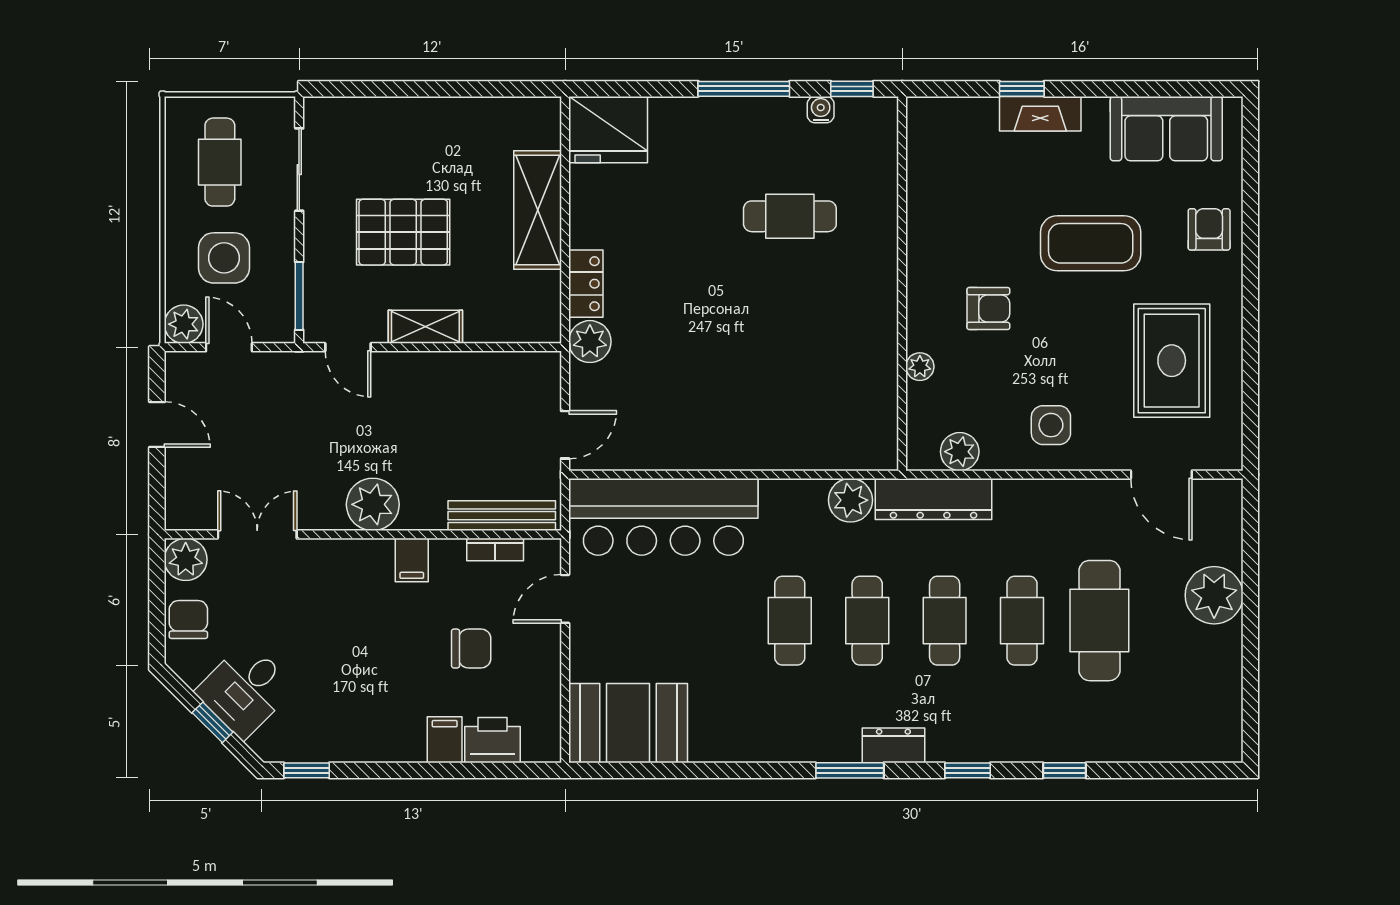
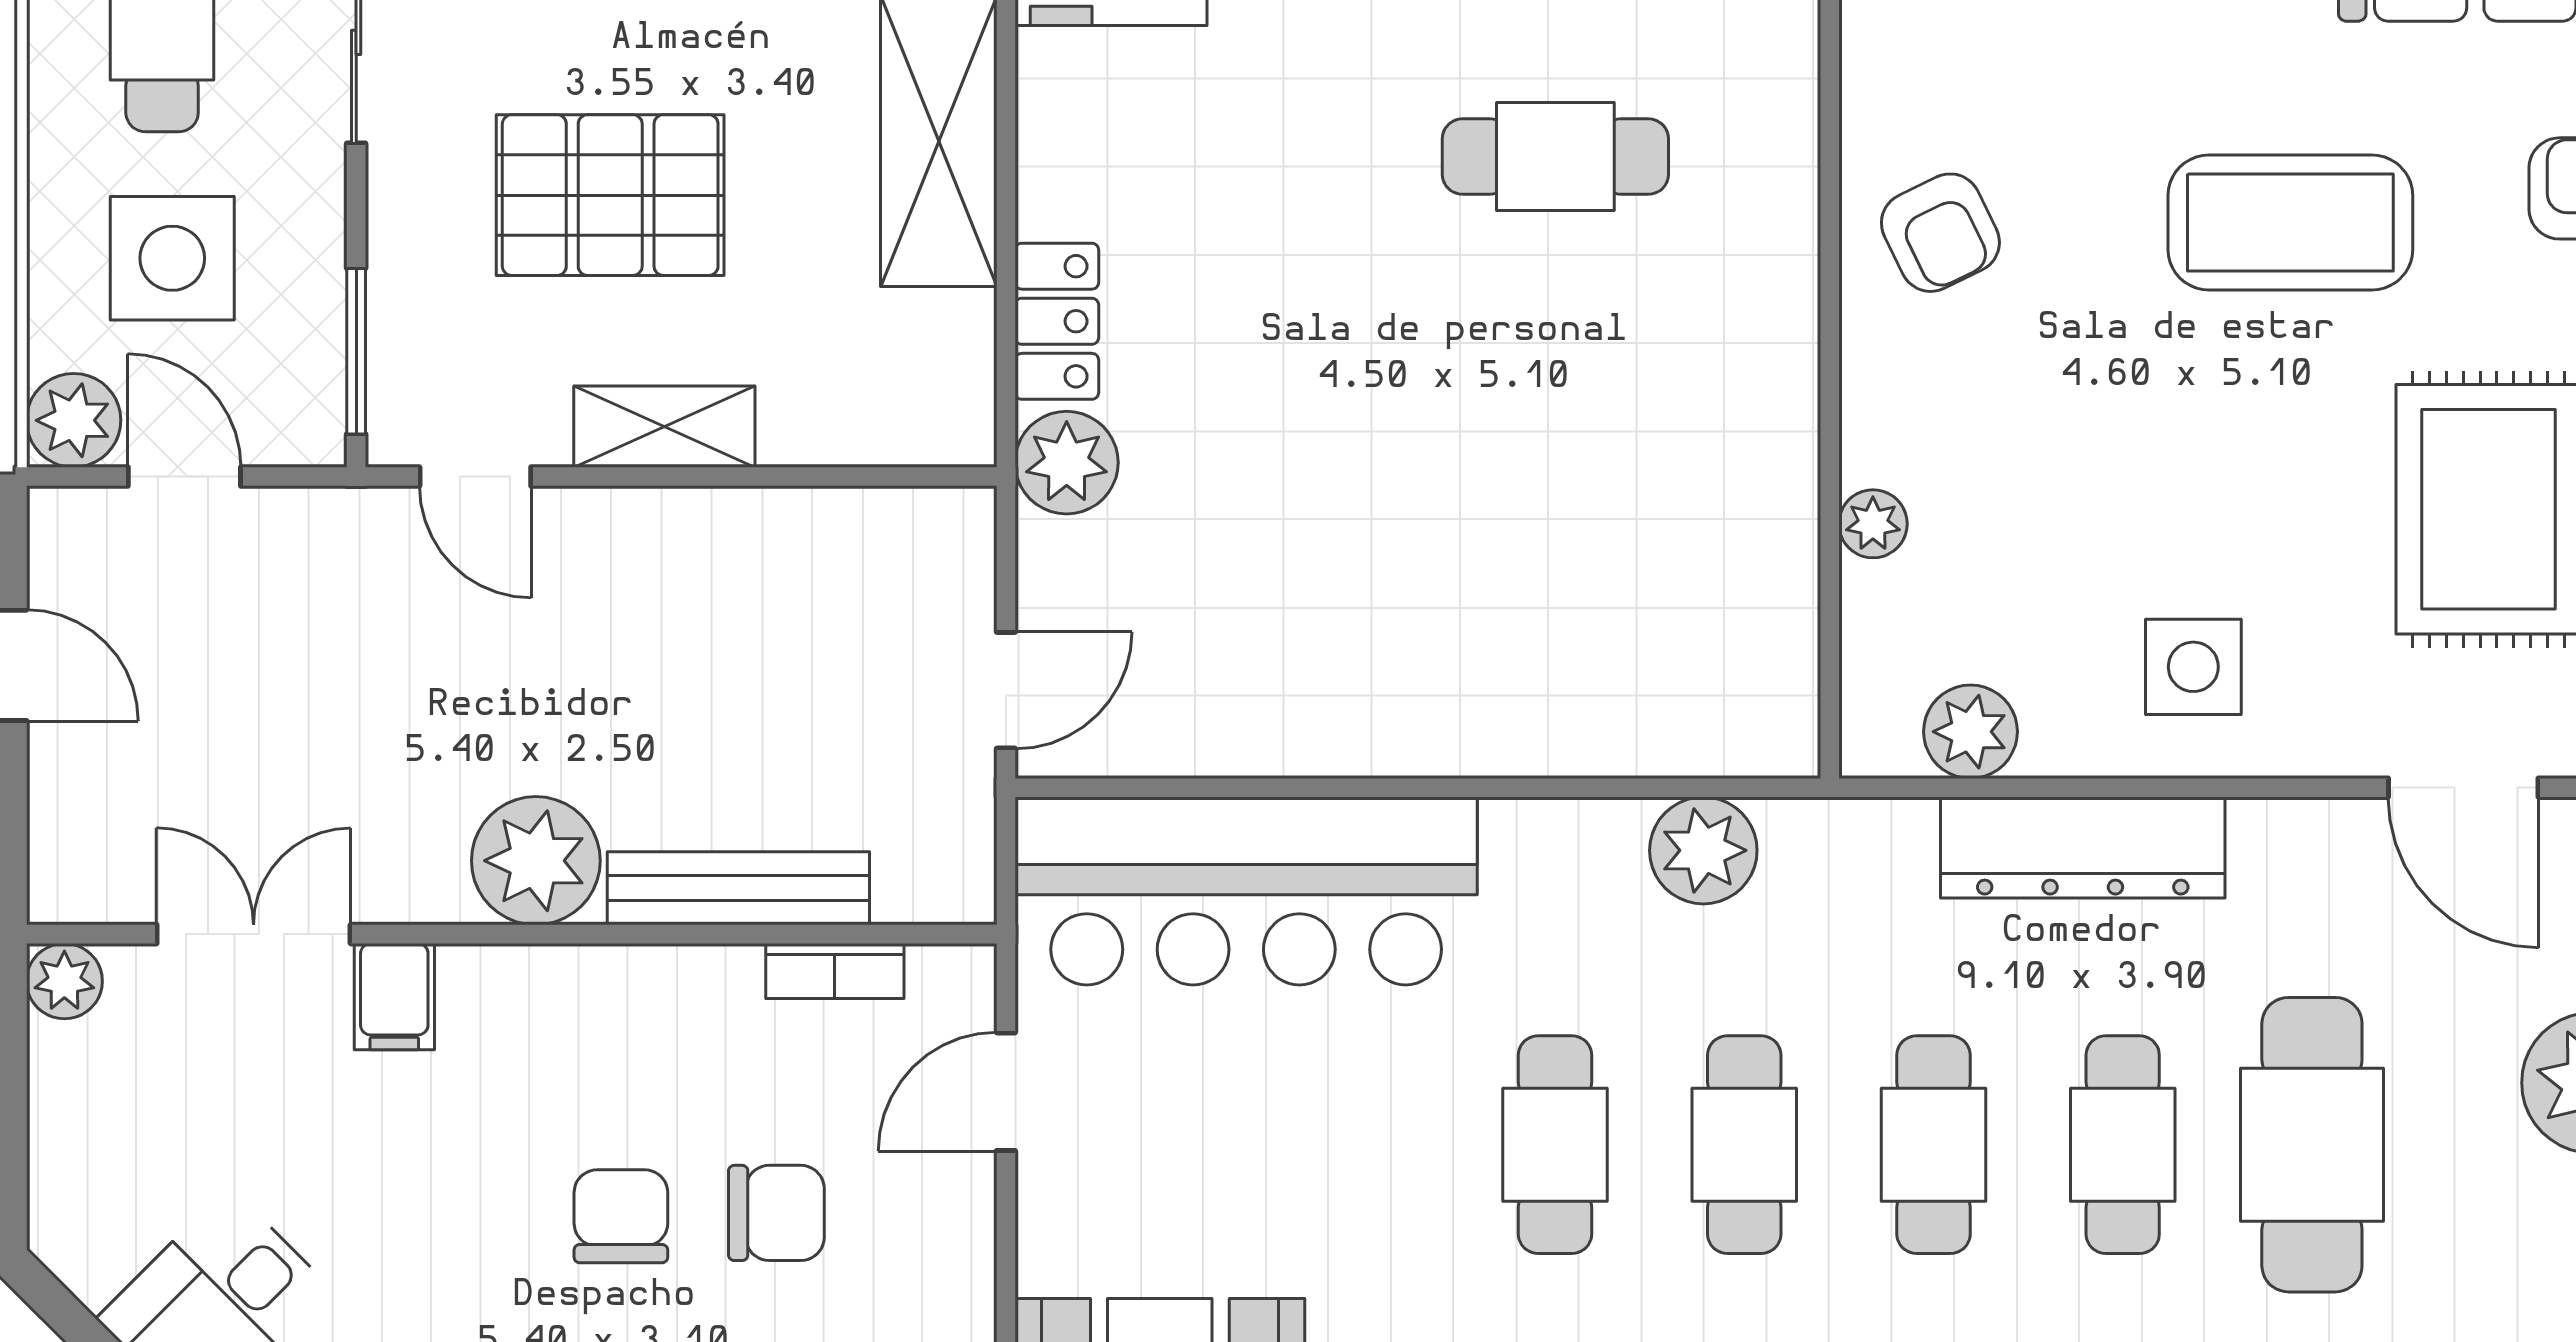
armchair: (988, 308) -> (1940, 233), moved, turned 64
dresser: (934, 499) -> (2083, 848), moved
bench: (502, 516) -> (738, 888), moved
plant: (186, 559) -> (64, 981), width x0.73, depth x0.73
filing cabinet: (412, 560) -> (394, 997), moved
chair: (188, 619) -> (621, 1216), moved

